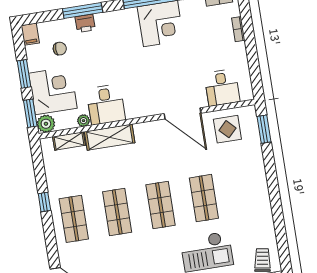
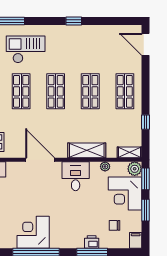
desk: (106, 105) -> (76, 176), moved
door: (182, 113) -> (40, 160), moved
shelving: (69, 141) -> (130, 152), moved
window: (44, 202) -> (145, 122), moved

